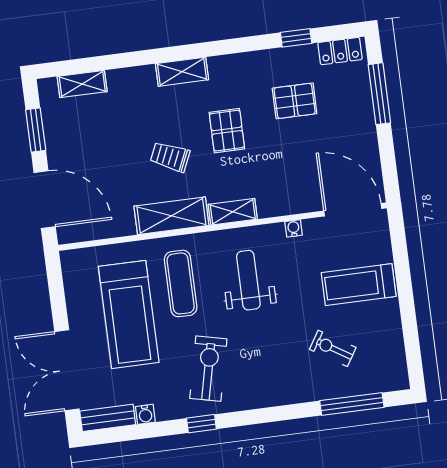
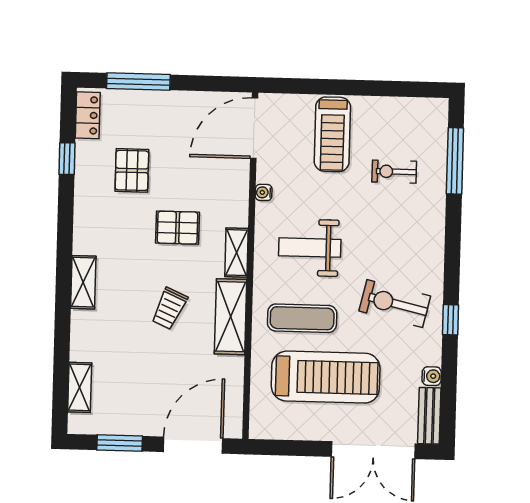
pallet: (227, 131) -> (177, 228), moved
exercise bike: (333, 348) -> (394, 172), turned 58

